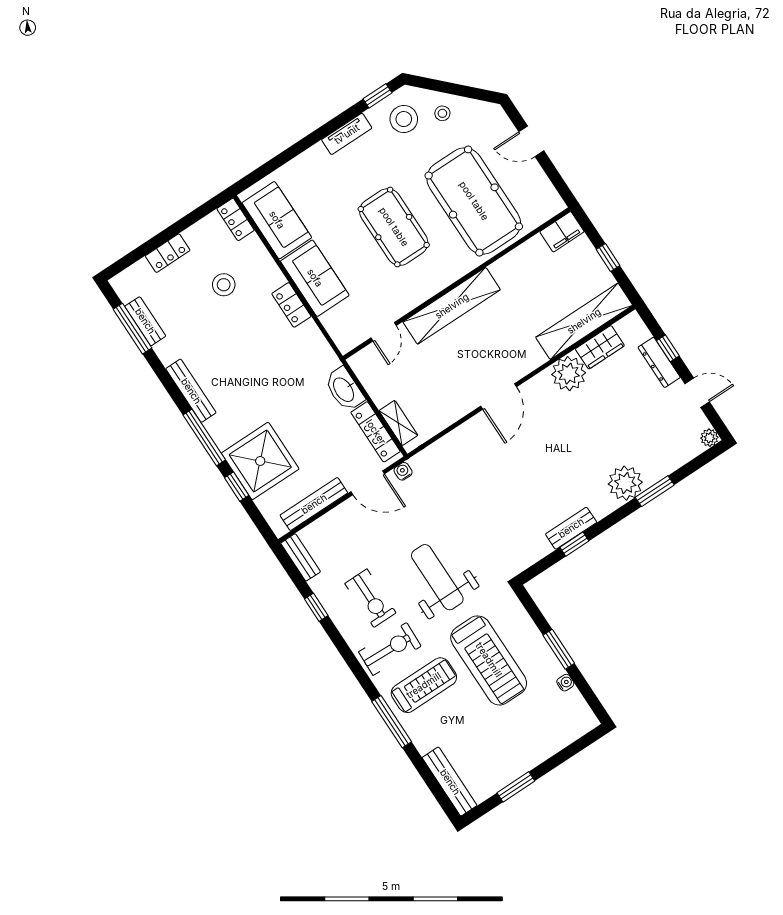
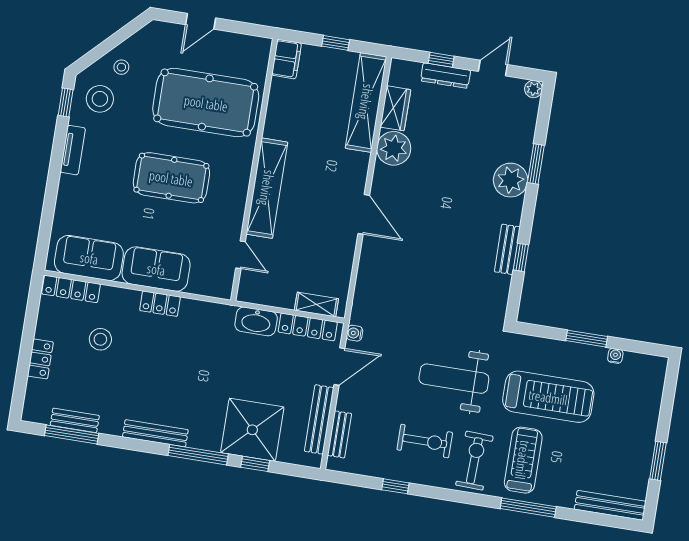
locker: (236, 219) -> (71, 289), width x1.53
bench: (301, 557) -> (339, 434), moved, turned 90

